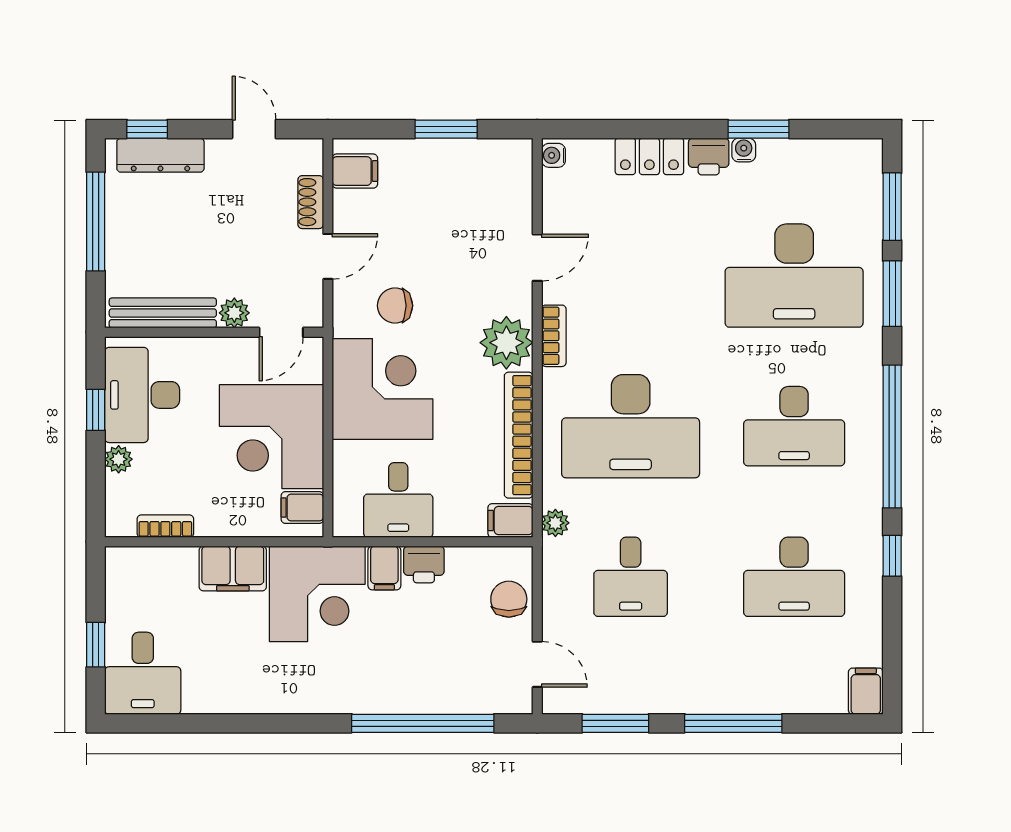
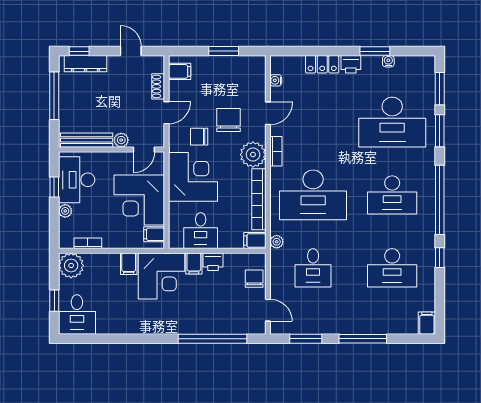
water cooler: (744, 150) -> (388, 61), moved
water cooler: (554, 155) -> (276, 80), moved
chair: (456, 272) -> (229, 120), added
filing cabinet: (233, 568) -> (129, 264), width x0.50
plant: (131, 572) -> (71, 266), added

